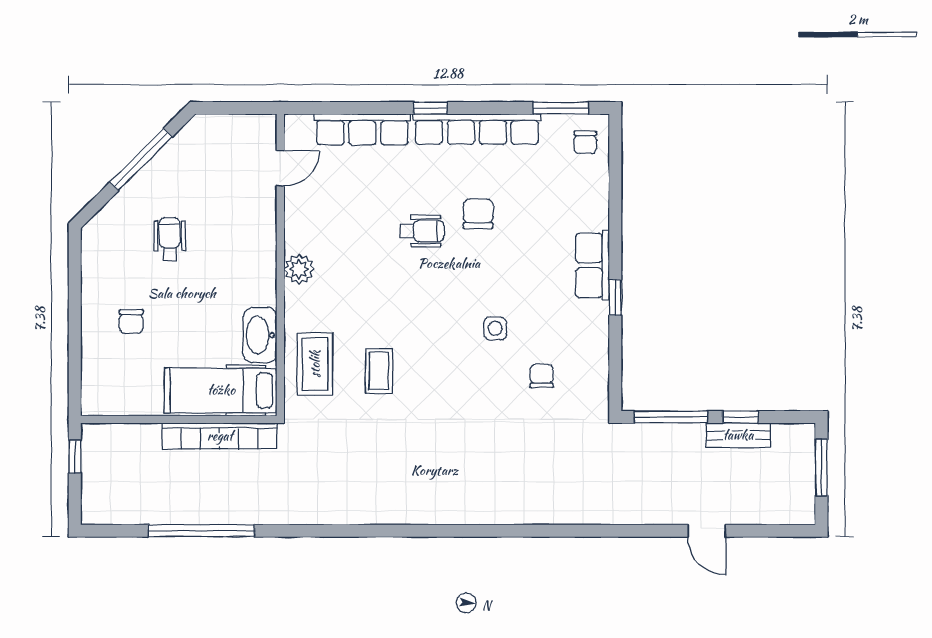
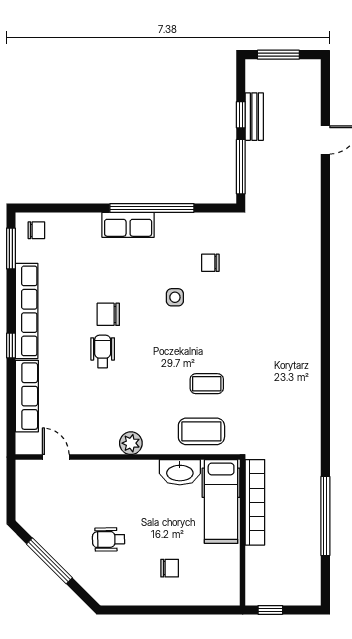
chair: (478, 214) -> (108, 314), moved
window: (615, 298) -> (152, 208), width x3.17

